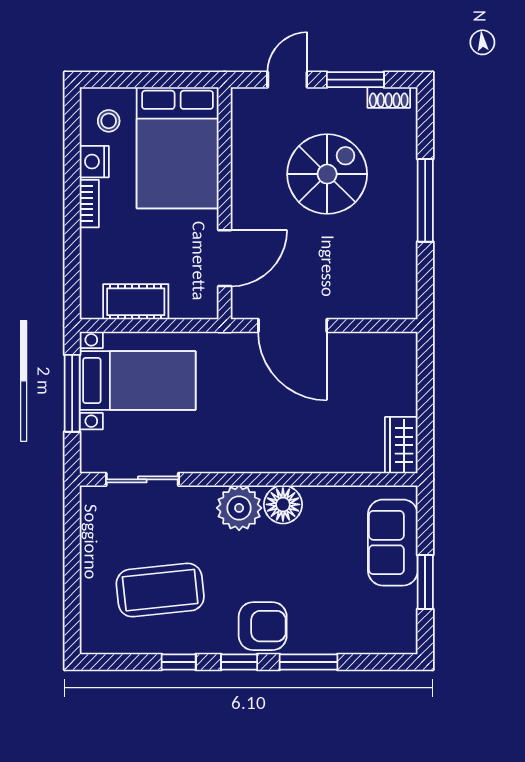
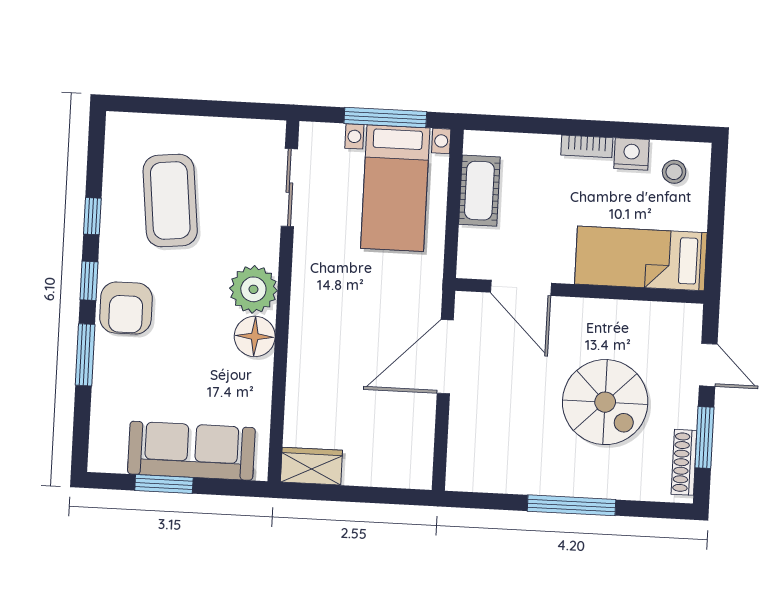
shoe rack: (389, 97) -> (684, 462), width x1.43
bed: (178, 148) -> (641, 258), width x0.67
sofa: (393, 543) -> (191, 451), width x1.36

